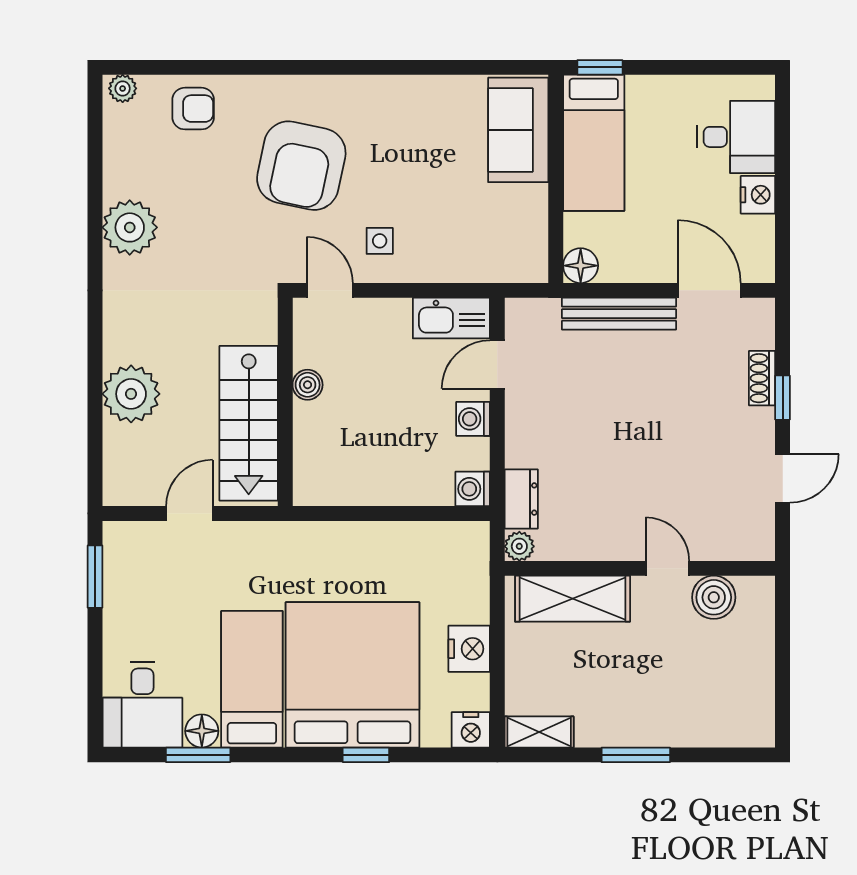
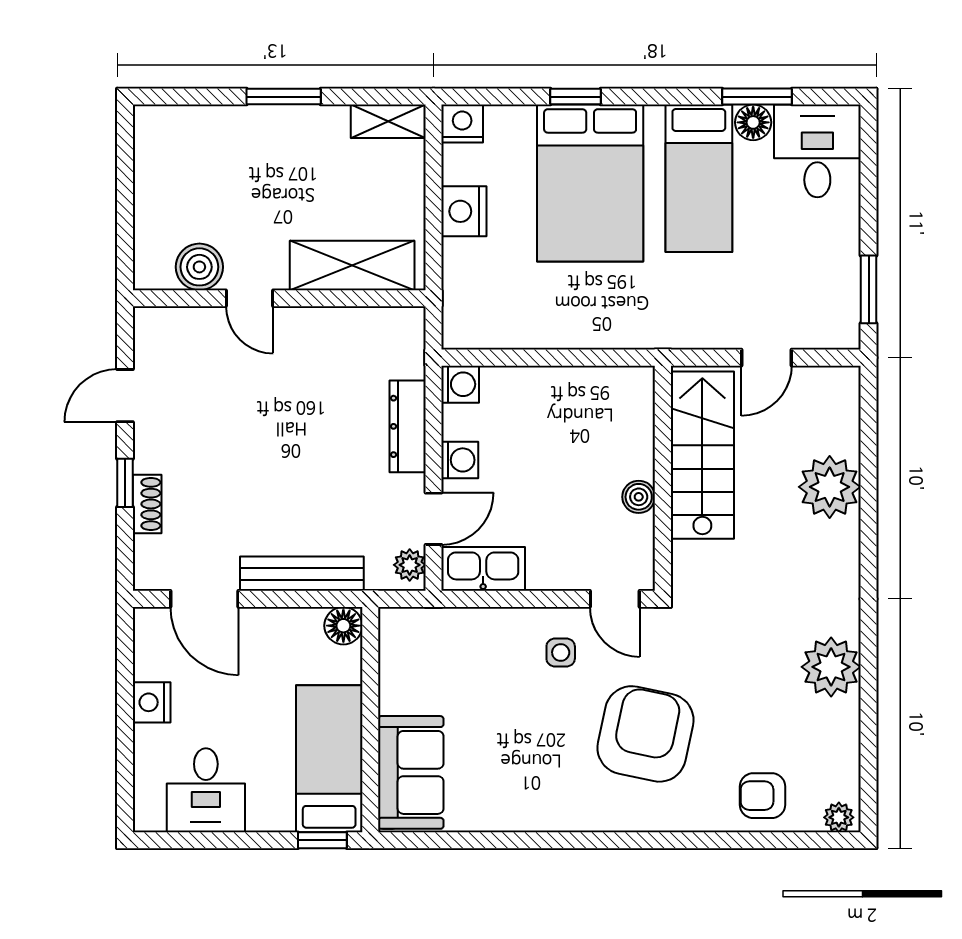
desk: (736, 137) -> (206, 790), moved, turned -90
dresser: (521, 499) -> (408, 426), moved, width x1.44
plant: (519, 546) -> (410, 565), moved
bed: (352, 675) -> (590, 183), width x0.73

